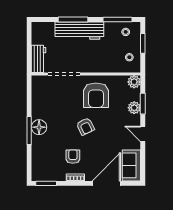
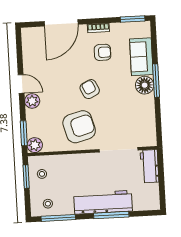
window: (143, 43) -> (26, 177), moved
armchair: (96, 95) -> (79, 127), turned 75
window: (143, 104) -> (24, 133), moved
plant: (134, 108) -> (32, 101), moved
armchair: (73, 157) -> (103, 52), turned -90
sofa: (131, 165) -> (141, 57), moved, turned 180

